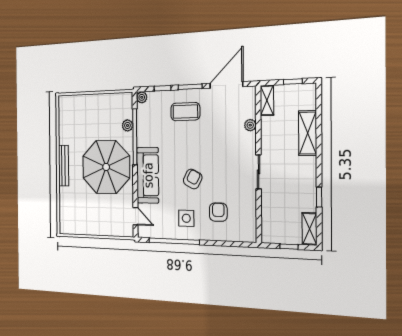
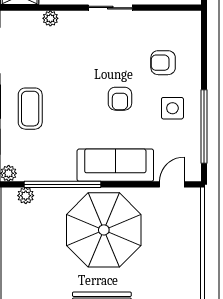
plant: (127, 125) -> (26, 196), moved
armchair: (193, 179) -> (120, 99), turned -117

